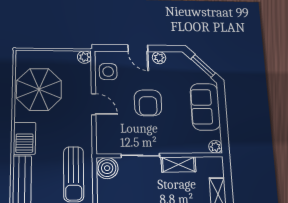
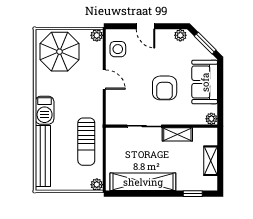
plant: (159, 58) -> (180, 35), moved
parasol: (39, 89) -> (59, 52), moved
armchair: (148, 103) -> (165, 88), moved
boiler: (107, 168) -> (115, 137), removed

